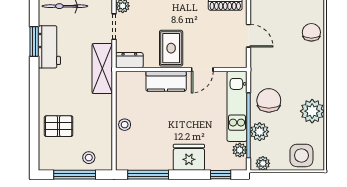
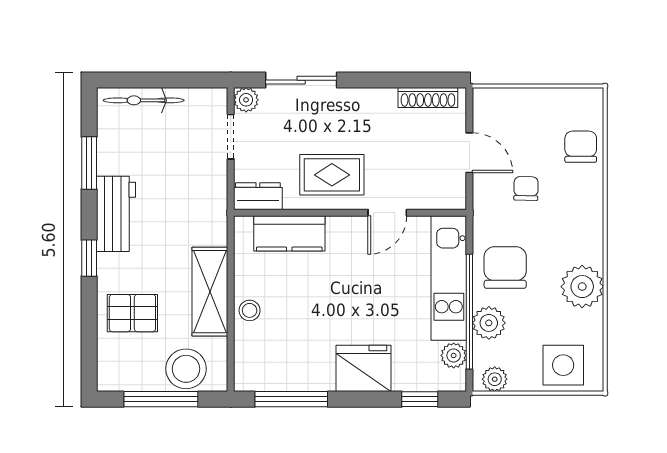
workbench: (49, 47) -> (116, 214), moved
rug: (171, 48) -> (332, 175), turned 90
chair: (281, 56) -> (526, 188), added
shelving: (102, 69) -> (210, 292), moved
kitchen counter: (166, 81) -> (289, 233), moved
window: (34, 95) -> (89, 258), added
stool: (89, 158) -> (186, 369), width x1.89, depth x1.89

